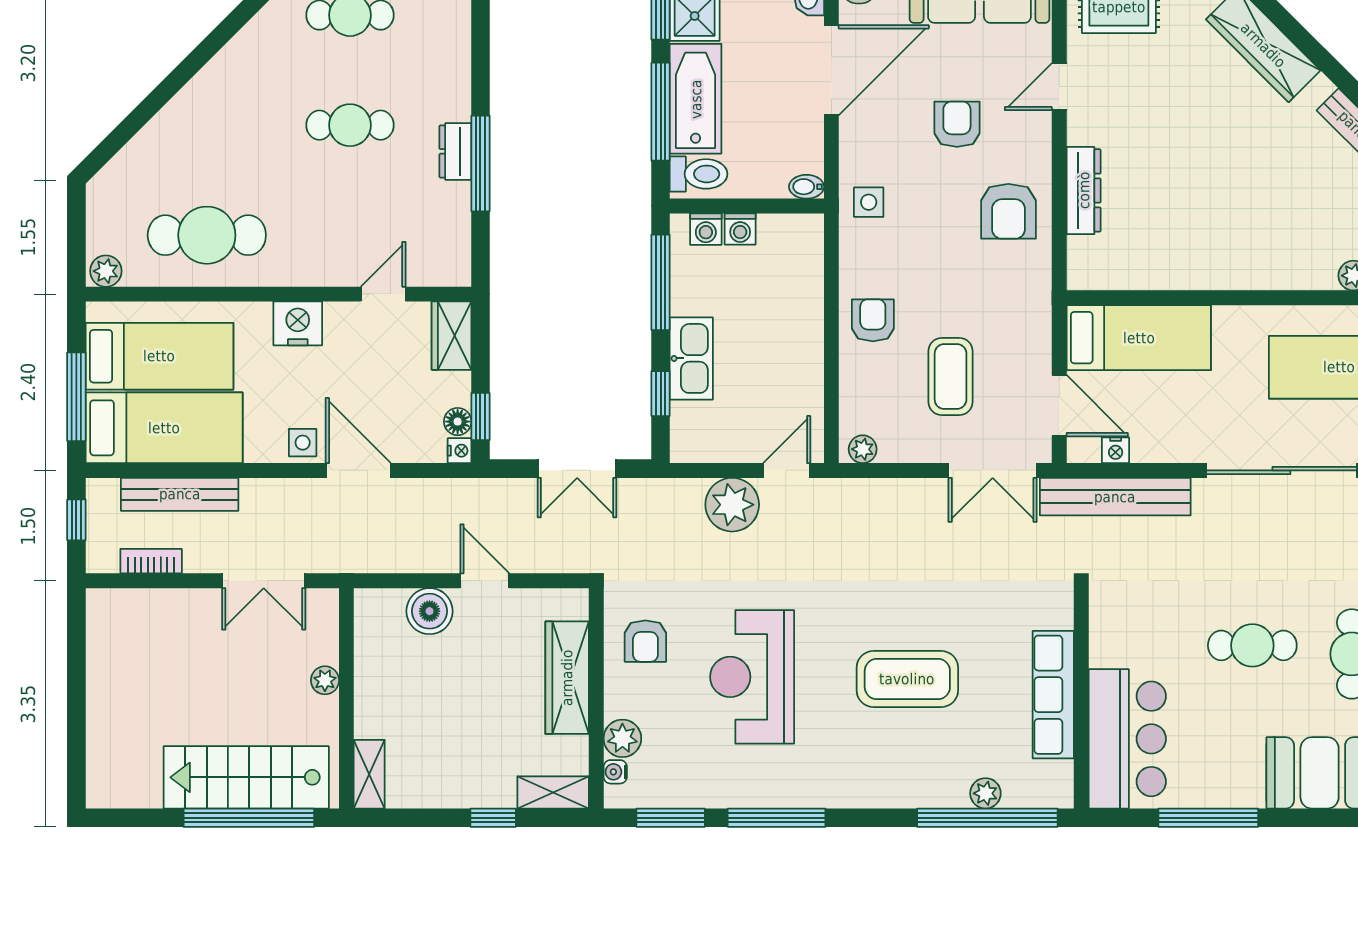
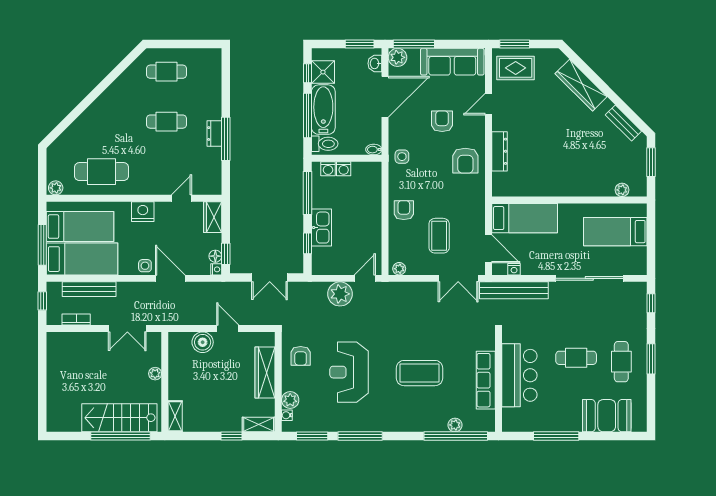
bar counter: (1127, 739) -> (519, 375), moved

